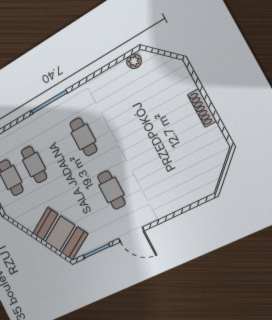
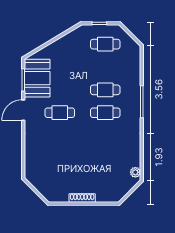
cafe table: (34, 165) -> (105, 90), moved
booth: (60, 234) -> (37, 78), moved, turned -59

